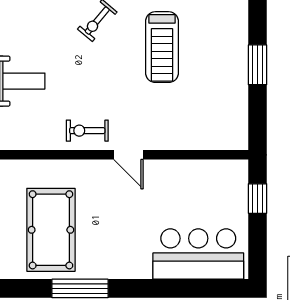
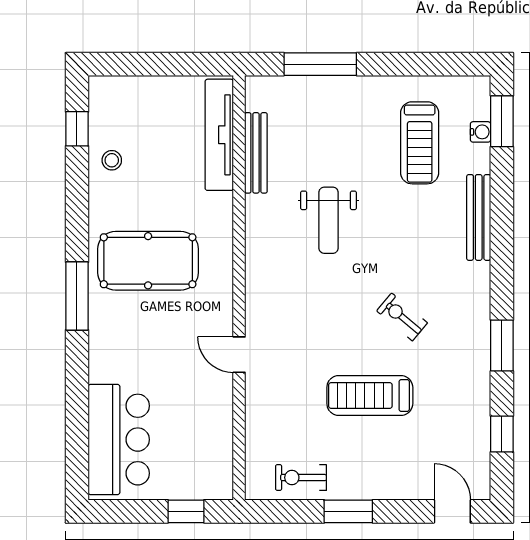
exercise bike: (87, 131) -> (301, 478), moved, turned -90
door: (128, 155) -> (239, 355), hinge flipped

